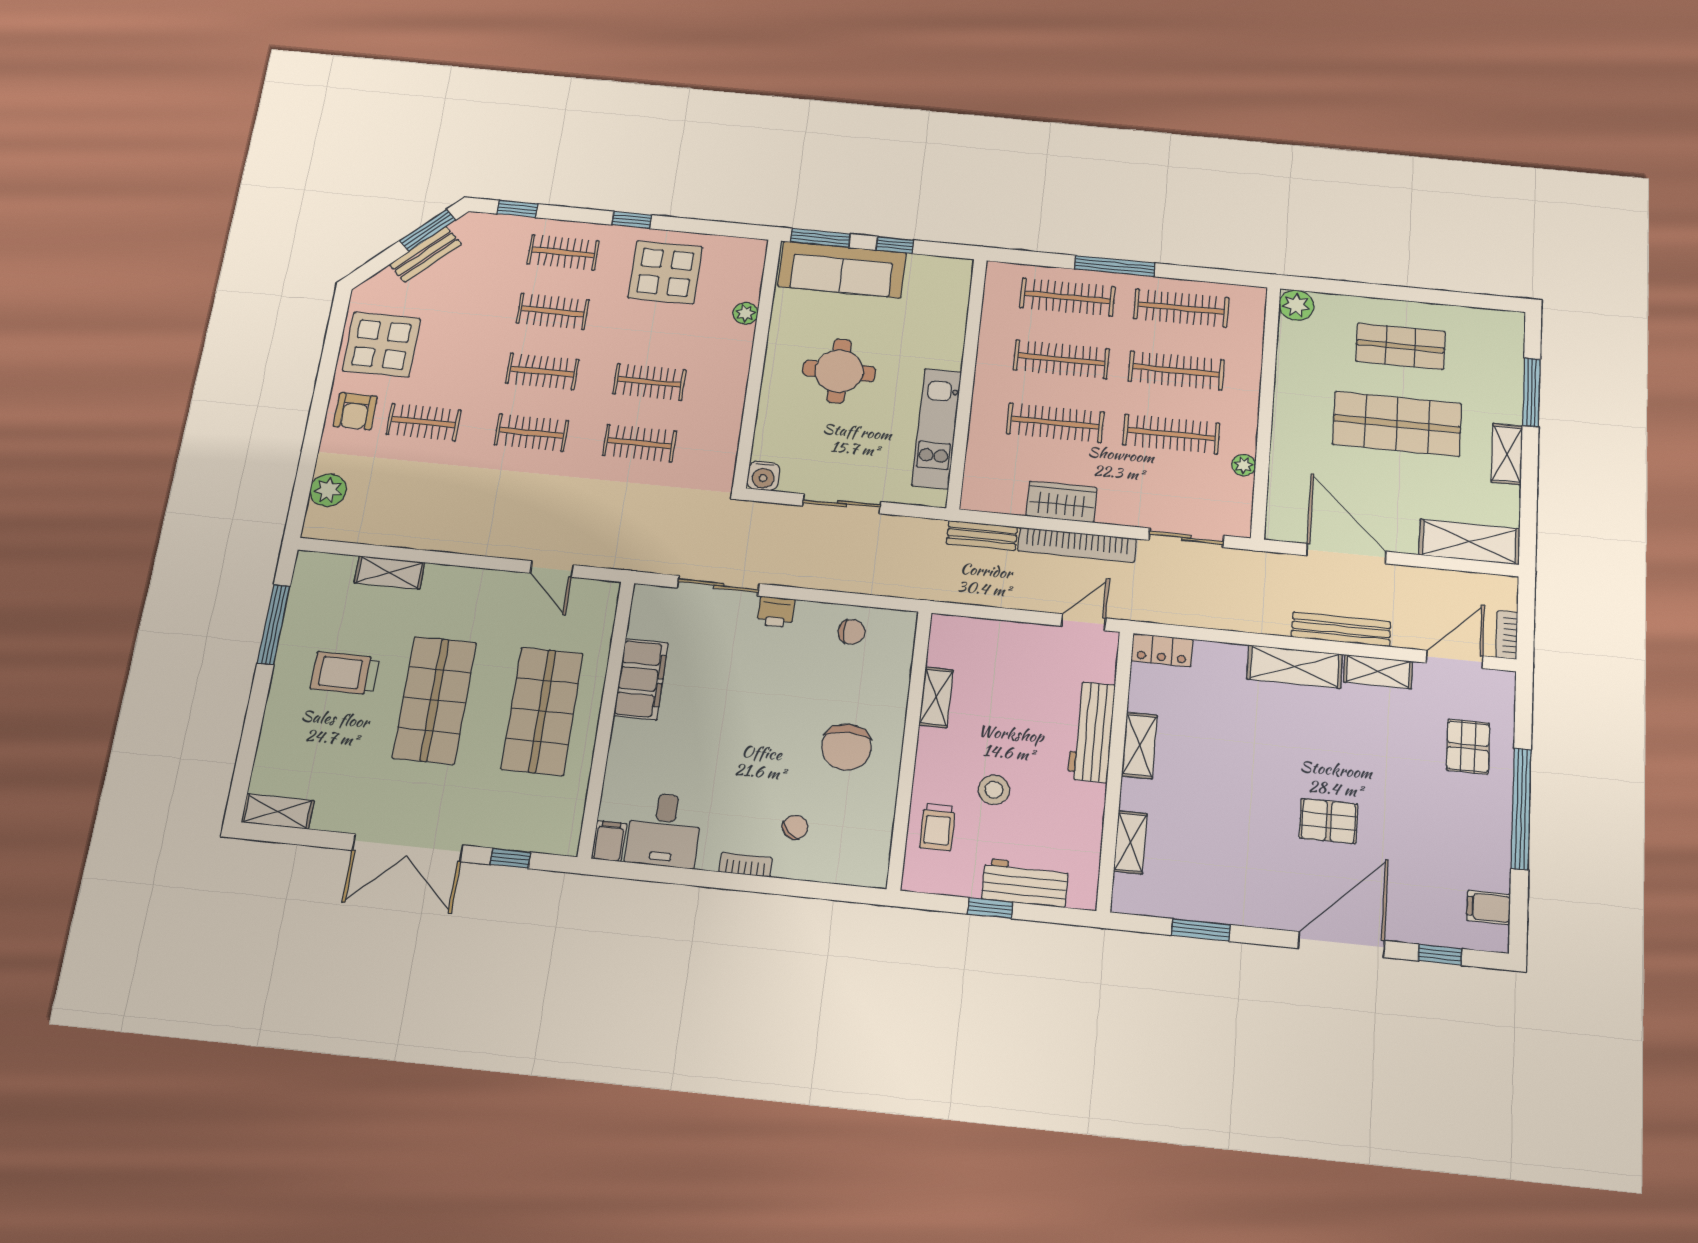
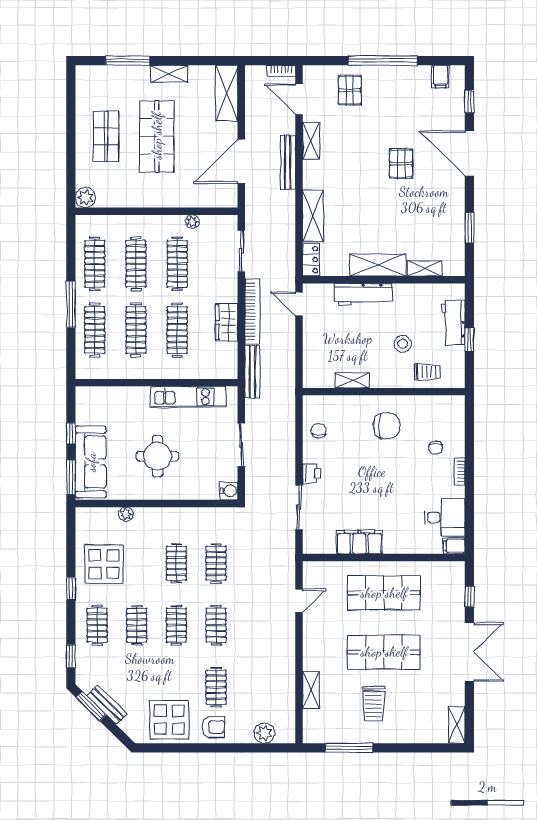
bench: (982, 535) -> (252, 372), width x1.36
shelving: (1295, 667) -> (313, 216), moved
shelving: (1139, 745) -> (378, 265), width x1.50, depth x1.33
pallet: (1468, 747) -> (350, 90), turned 90
chair: (795, 827) -> (435, 448), turned -136

